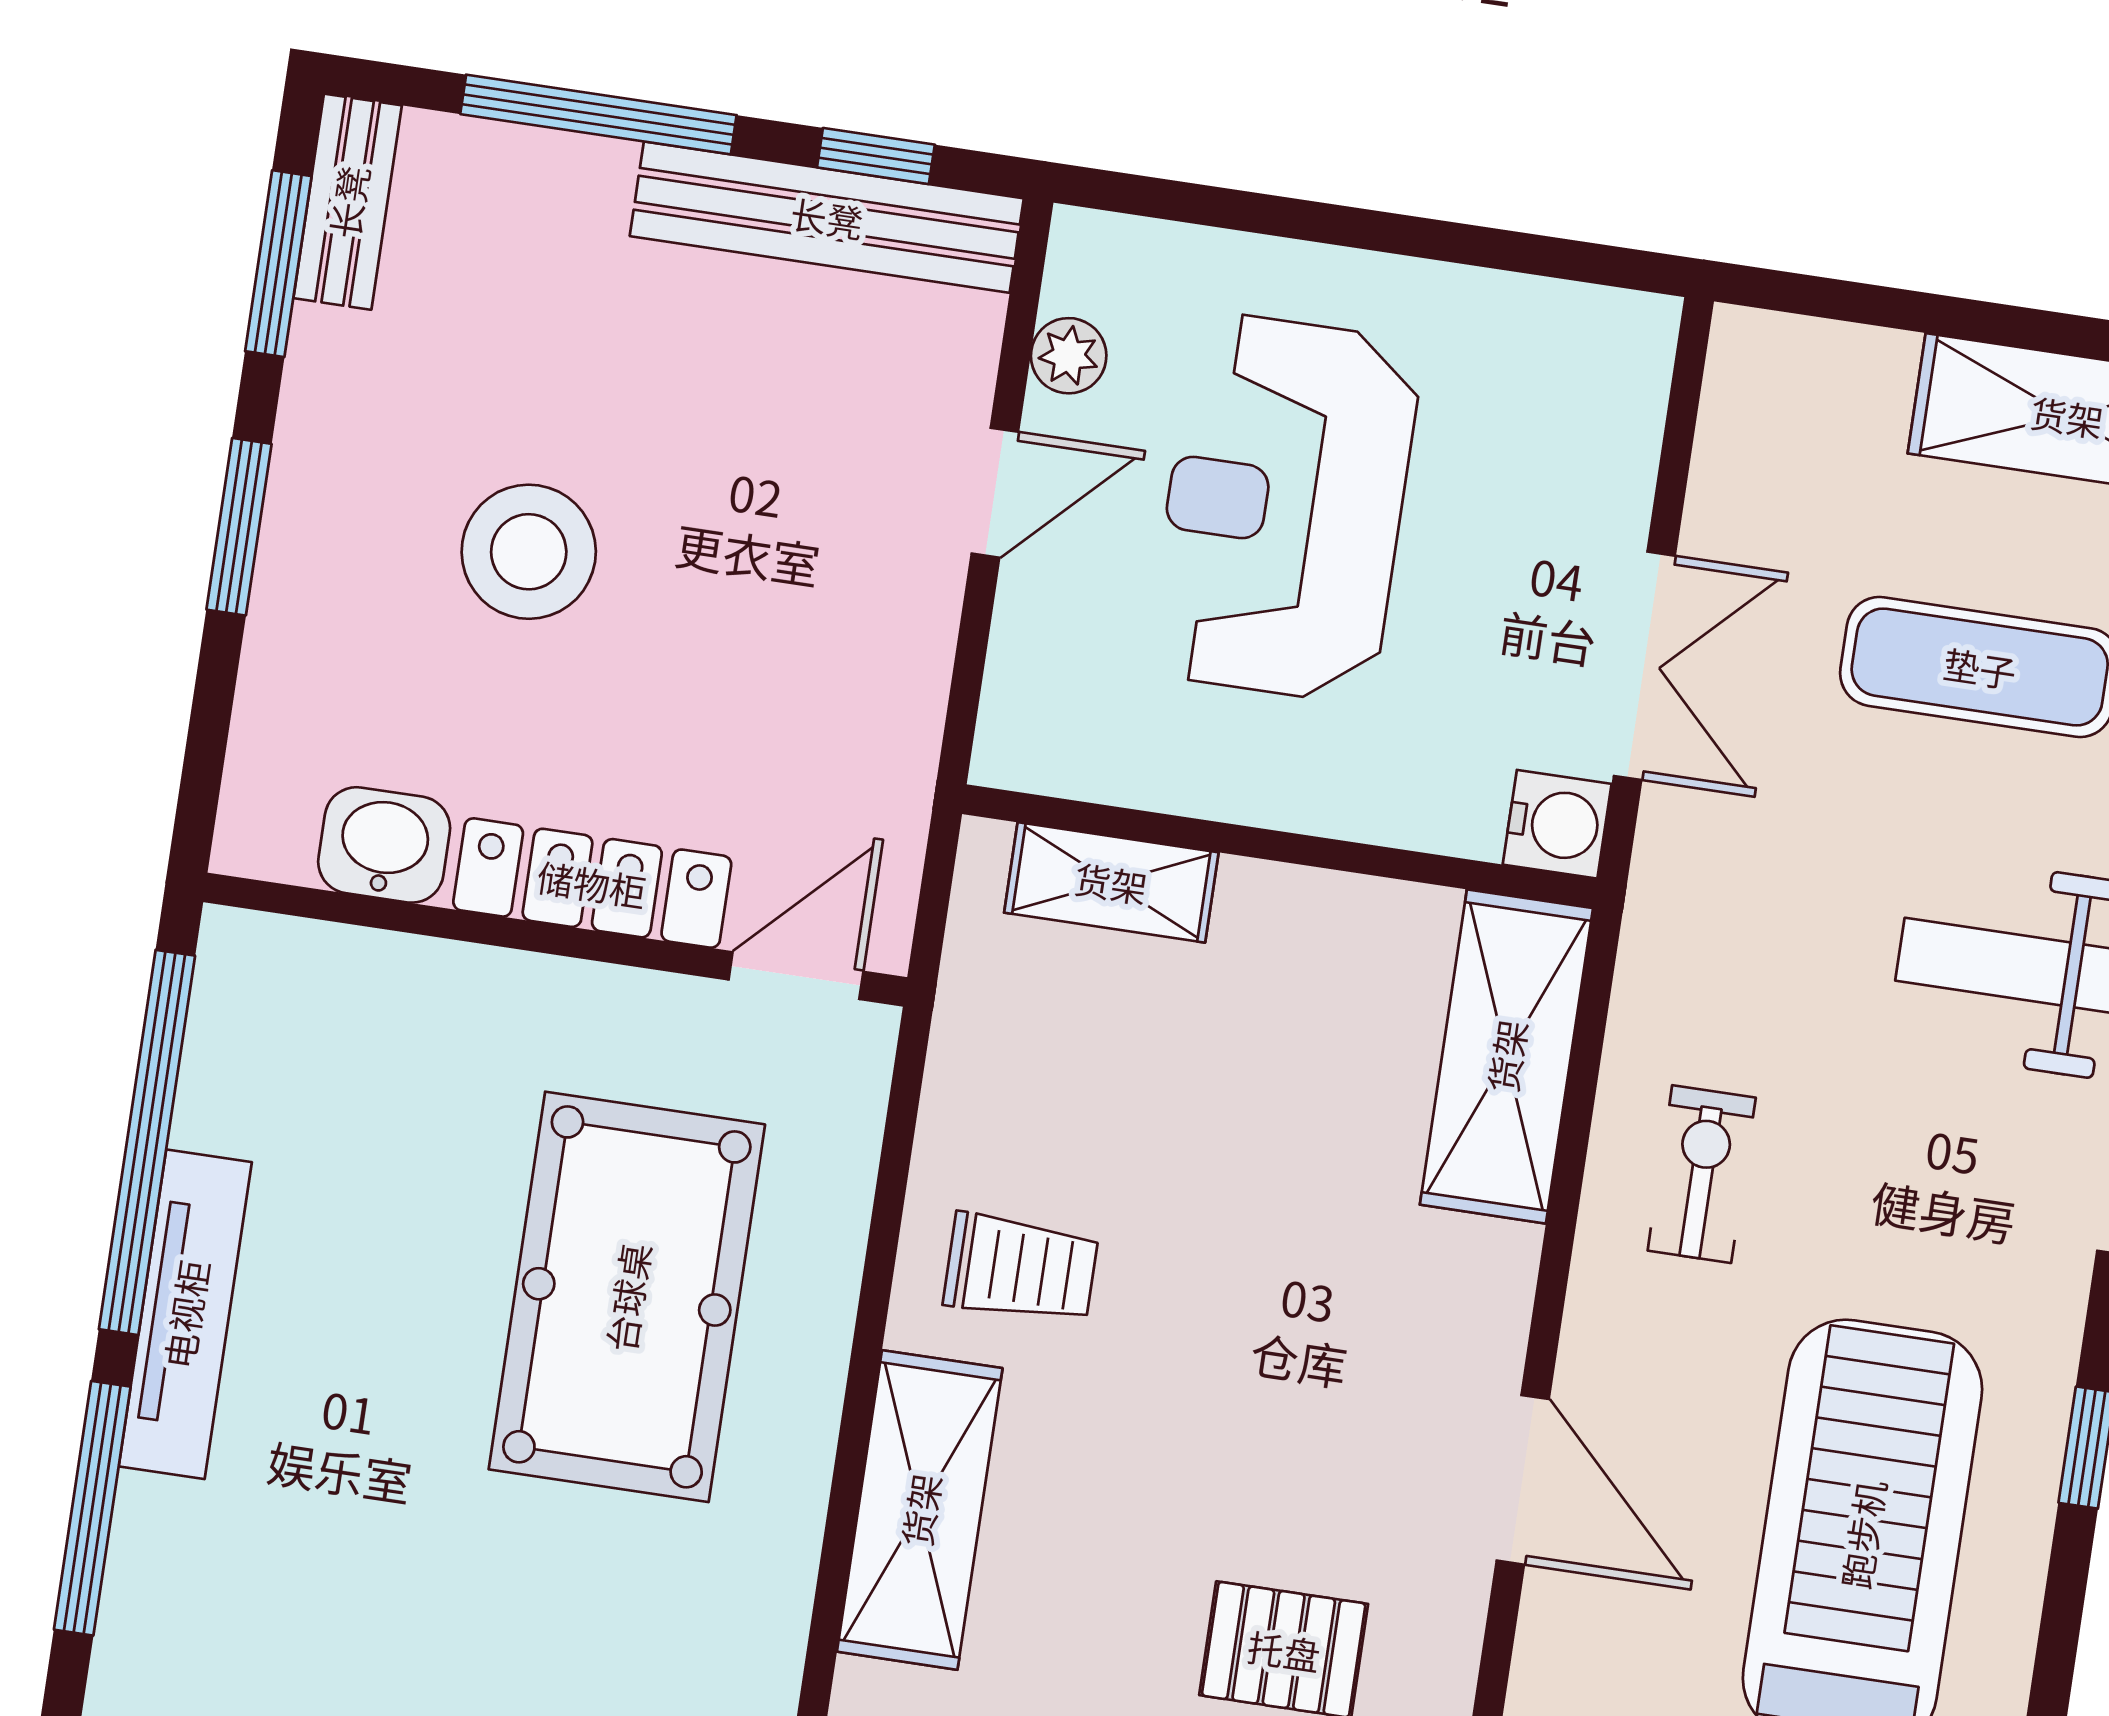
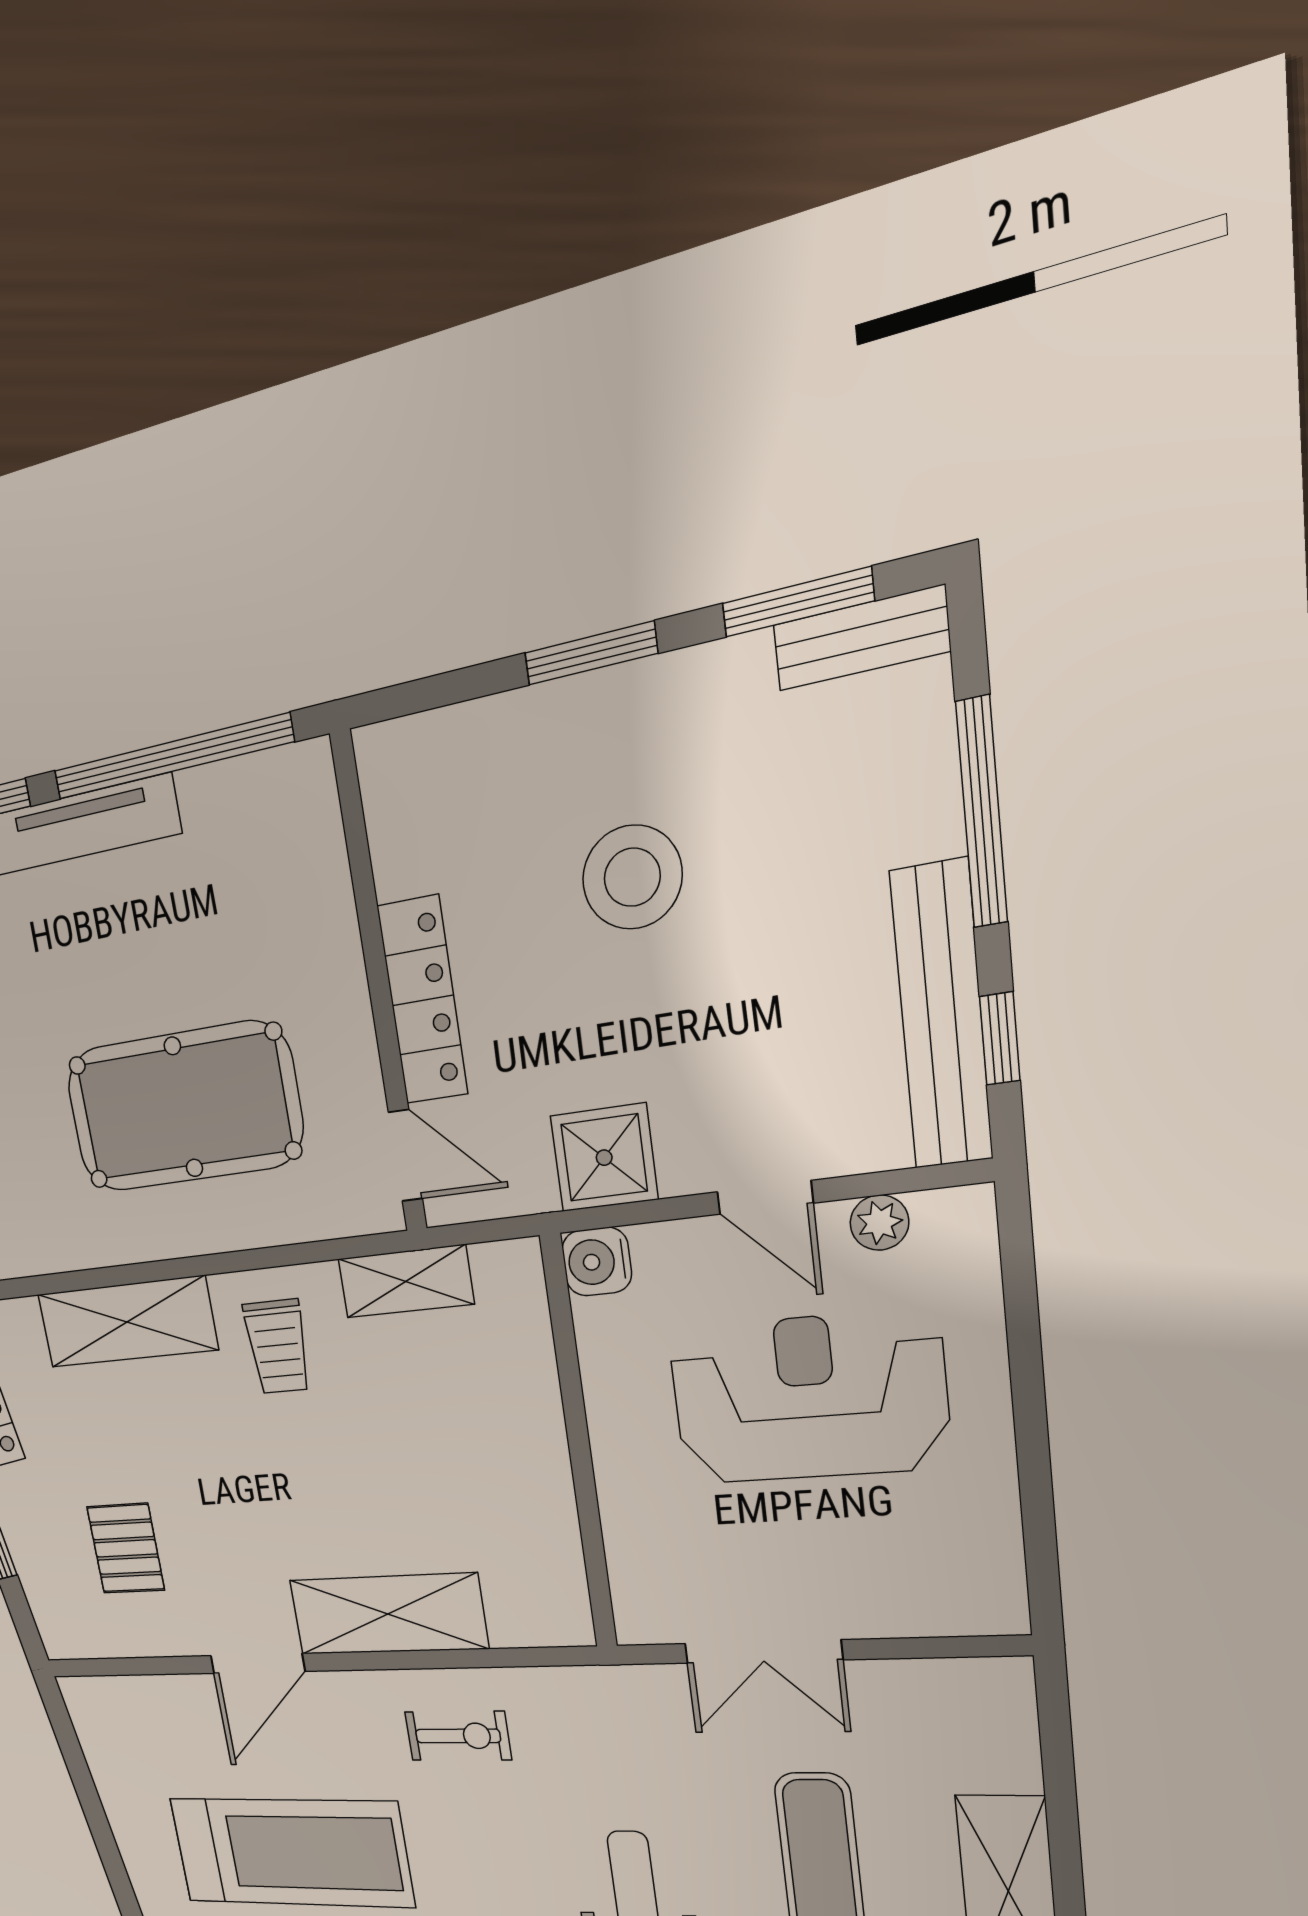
shower: (881, 693) -> (604, 1158), added
water cooler: (1557, 824) -> (597, 1262), moved, turned 90
washbasin: (384, 845) -> (404, 847), removed
shelving: (1111, 882) -> (406, 1281), moved, turned 90
shelving: (1506, 1056) -> (388, 1614), moved

